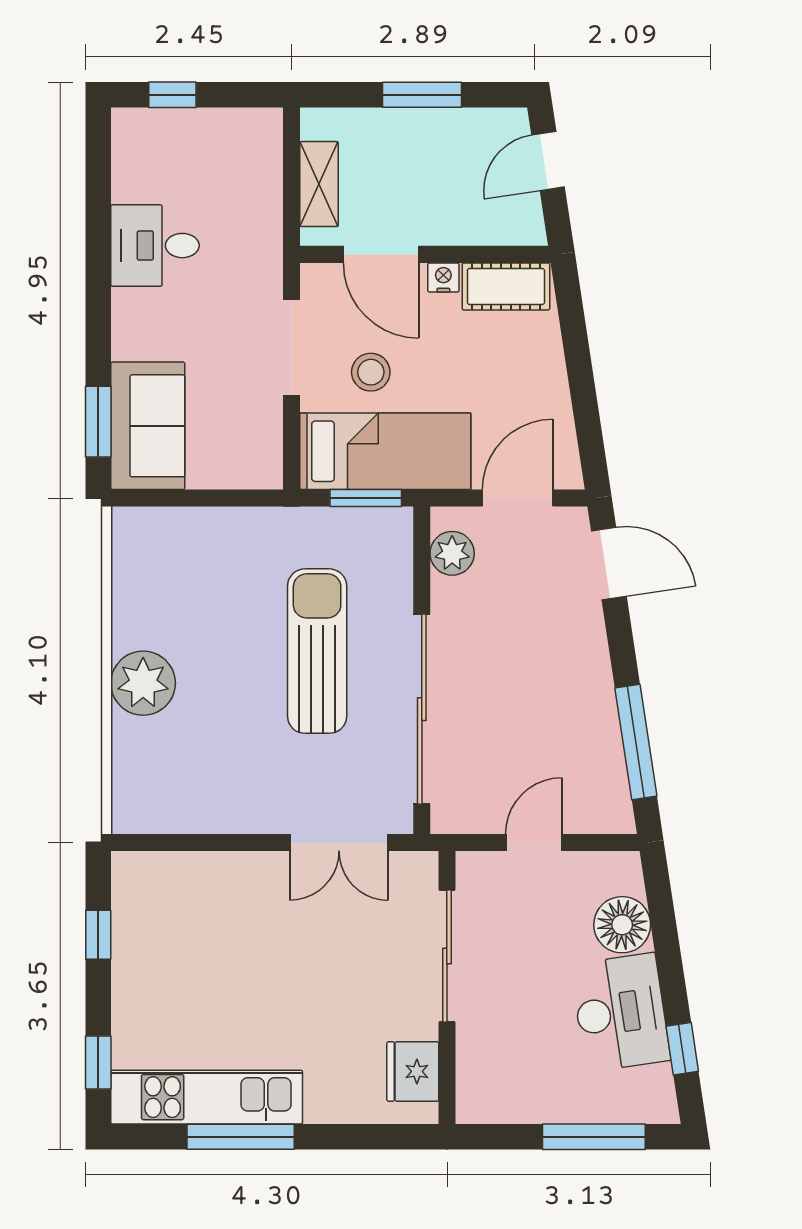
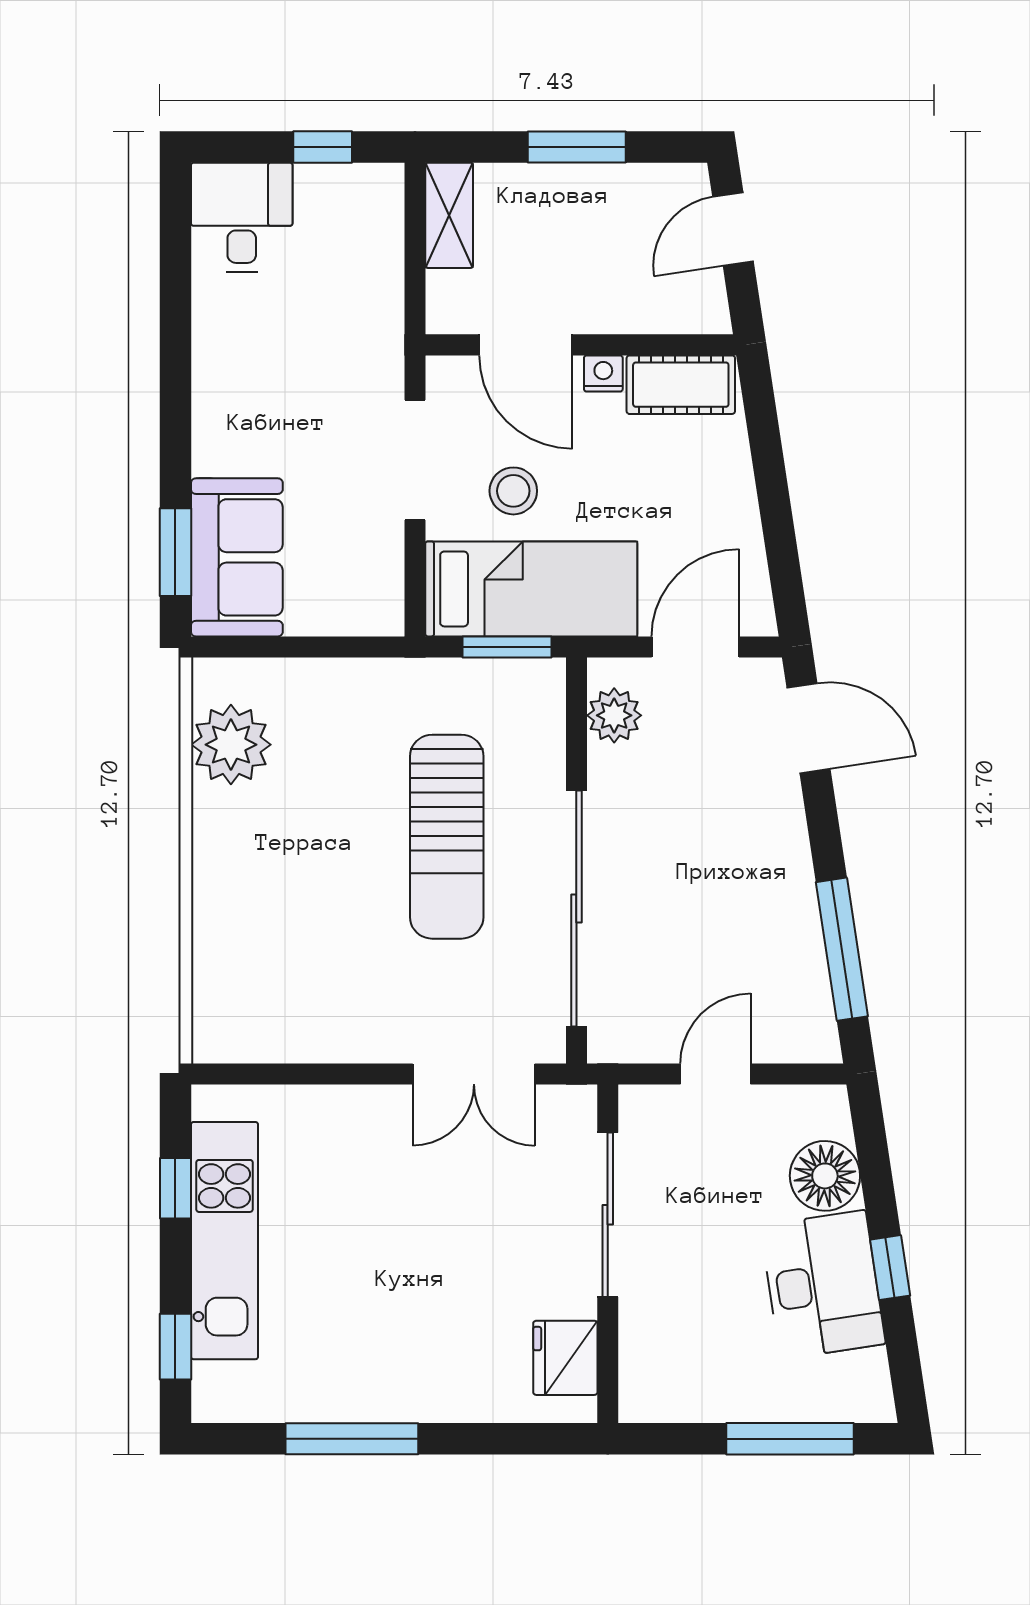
window: (172, 95) -> (323, 147), moved
shelving: (319, 184) -> (449, 215), moved
desk: (155, 246) -> (242, 217), moved, turned 90
sun lounger: (317, 651) -> (447, 837), turned 180
plant: (143, 683) -> (231, 745), moved
window: (682, 1049) -> (890, 1268), moved
kitchen unit: (207, 1097) -> (225, 1241), moved, turned 90

